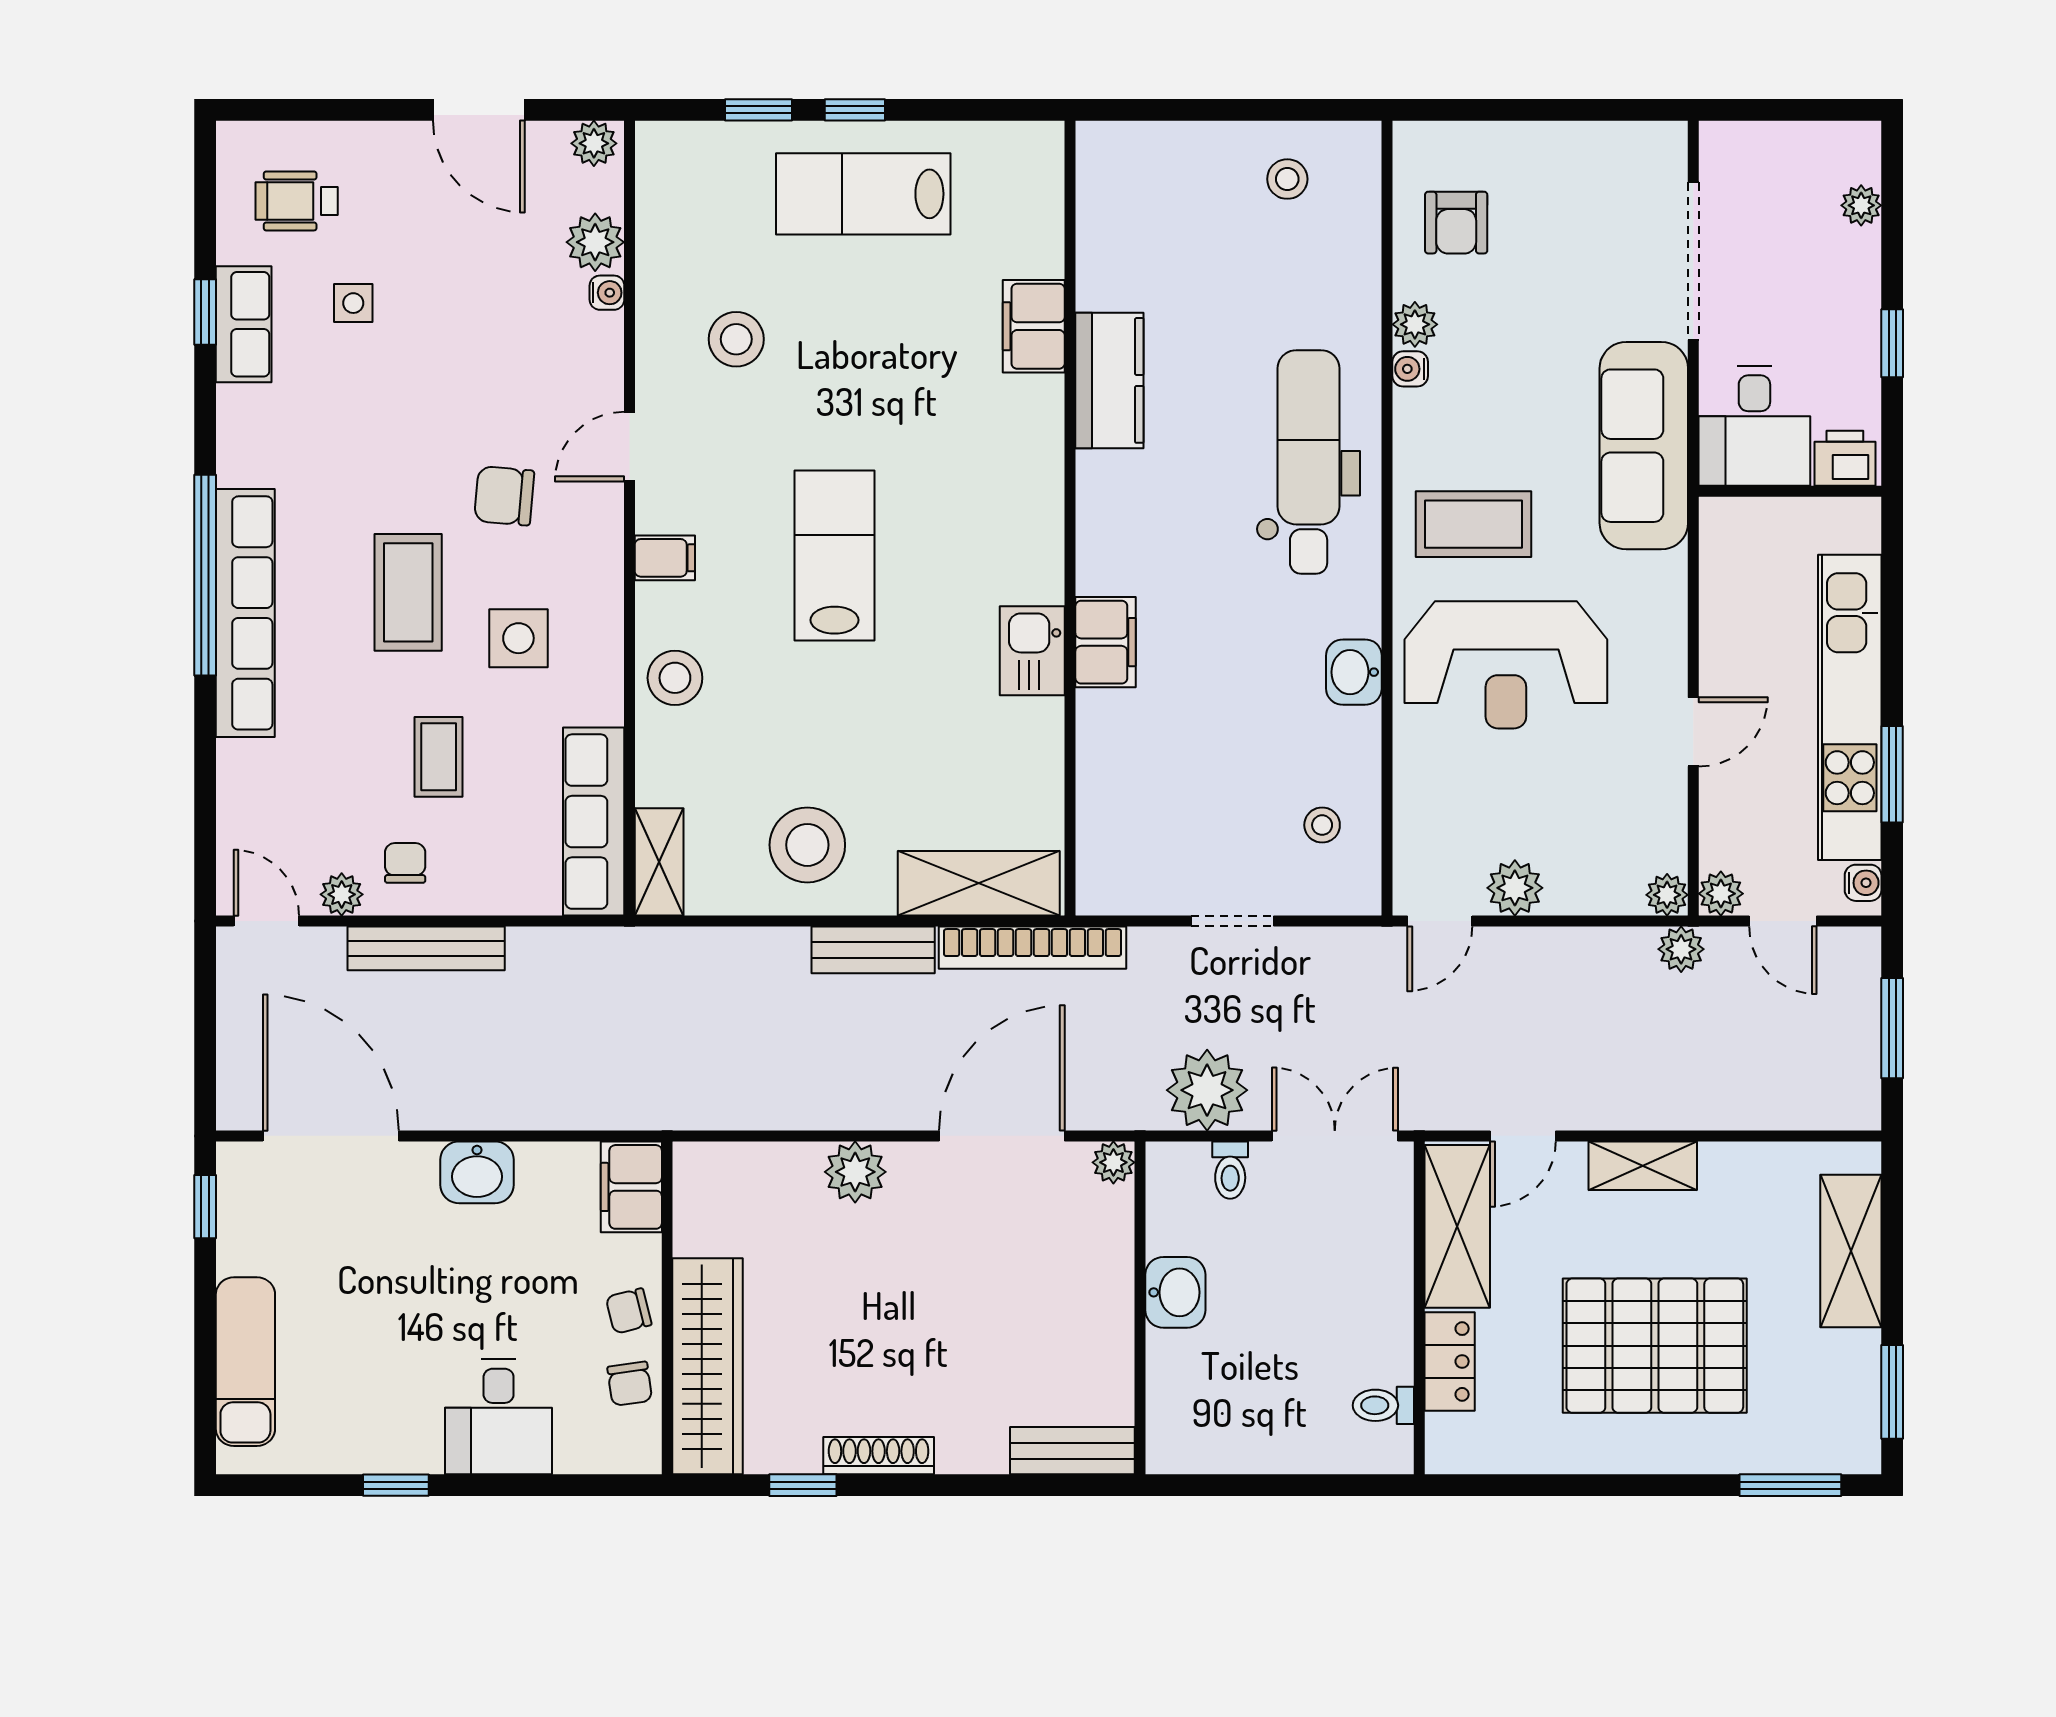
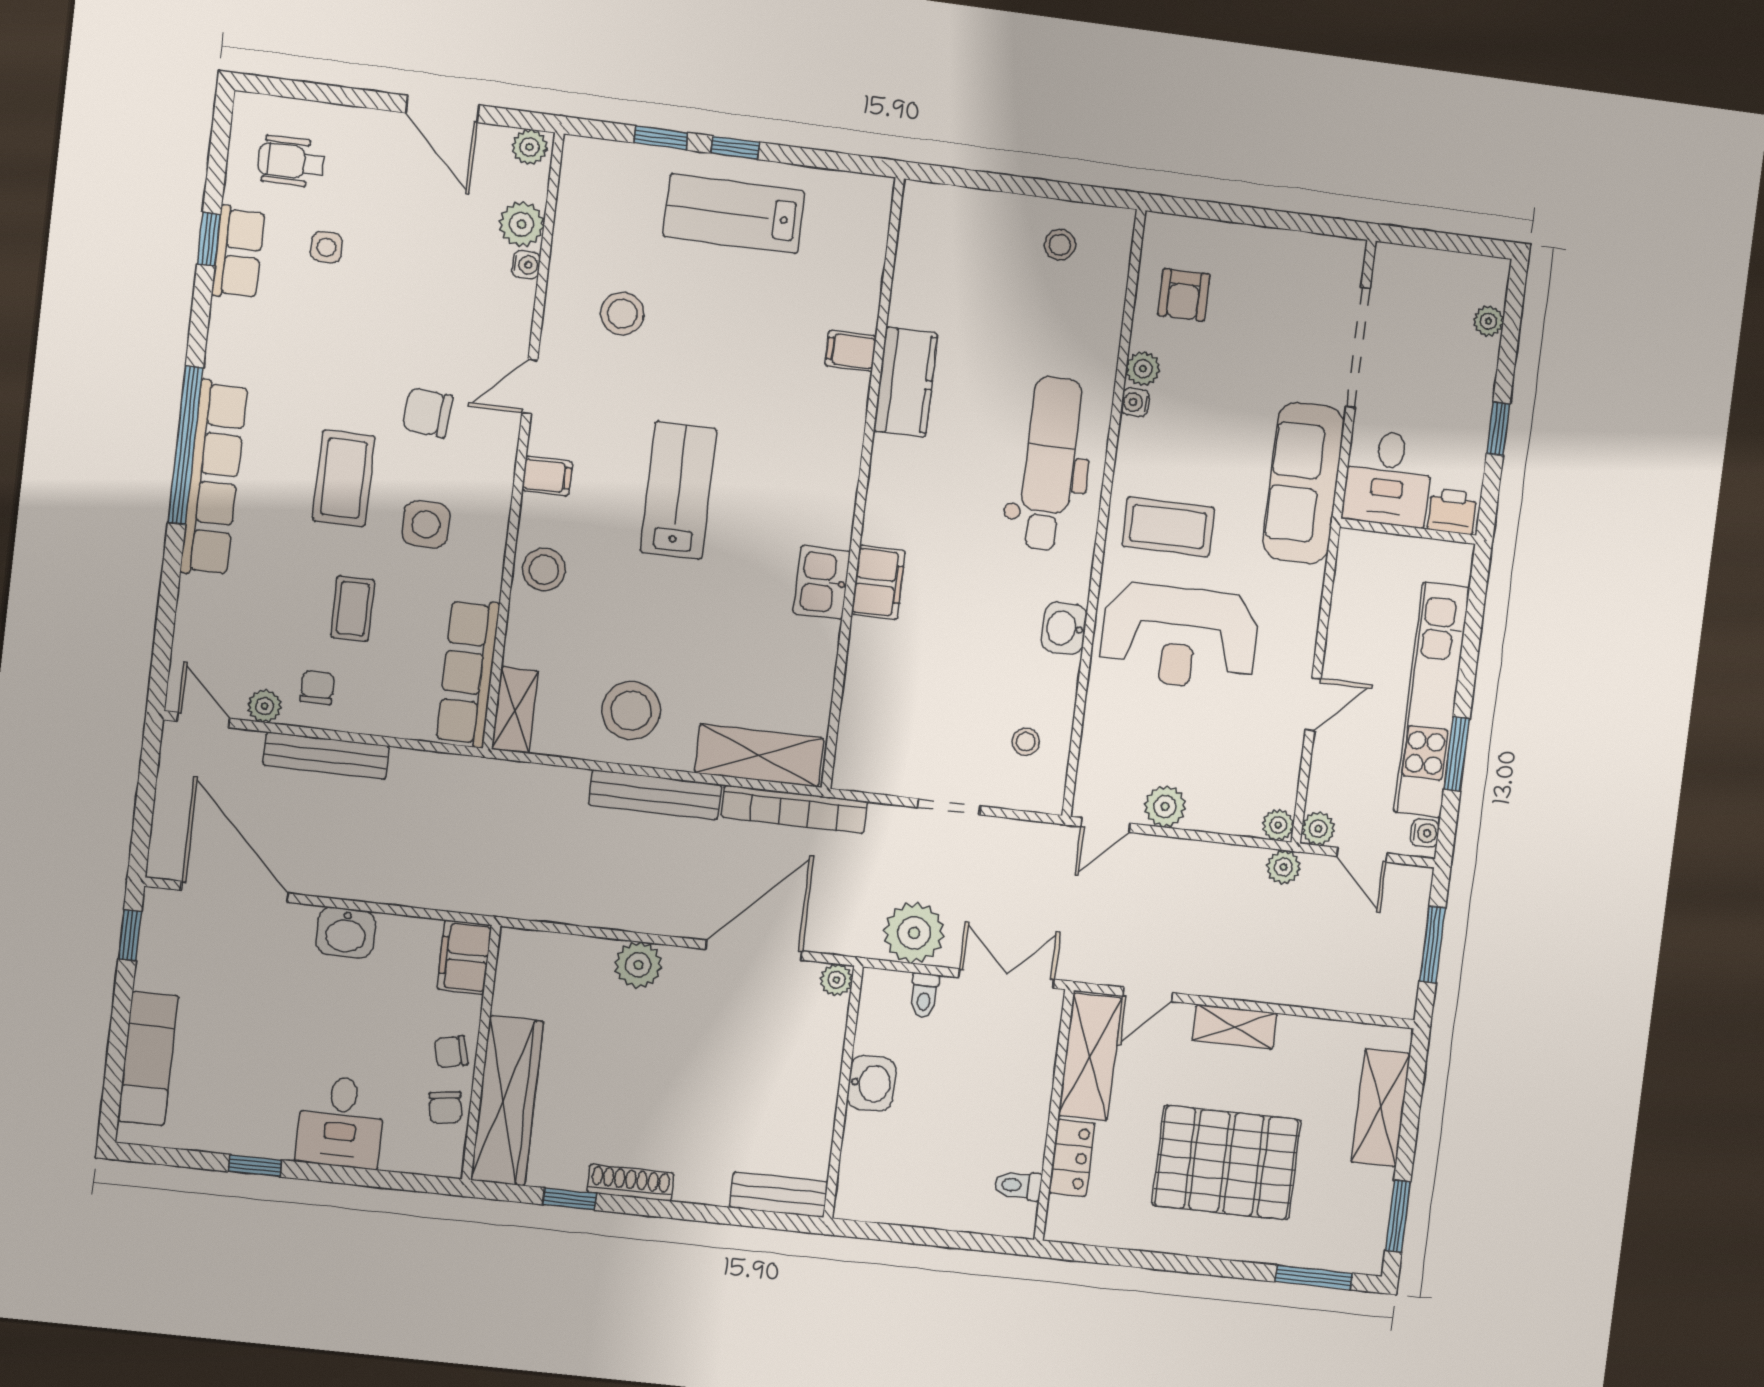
filing cabinet: (1034, 326) -> (851, 351), width x0.50
bench: (873, 950) -> (655, 795), width x1.36

